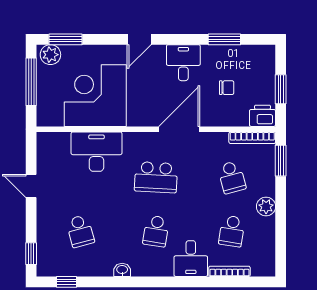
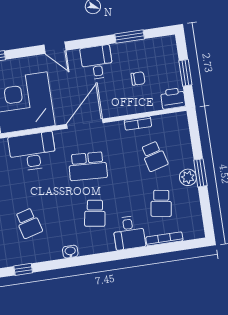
door: (139, 39) -> (55, 48), hinge flipped
door: (179, 129) -> (85, 124), moved
bookcase: (252, 138) -> (138, 123), moved, width x0.64
window: (281, 161) -> (200, 173), moved

